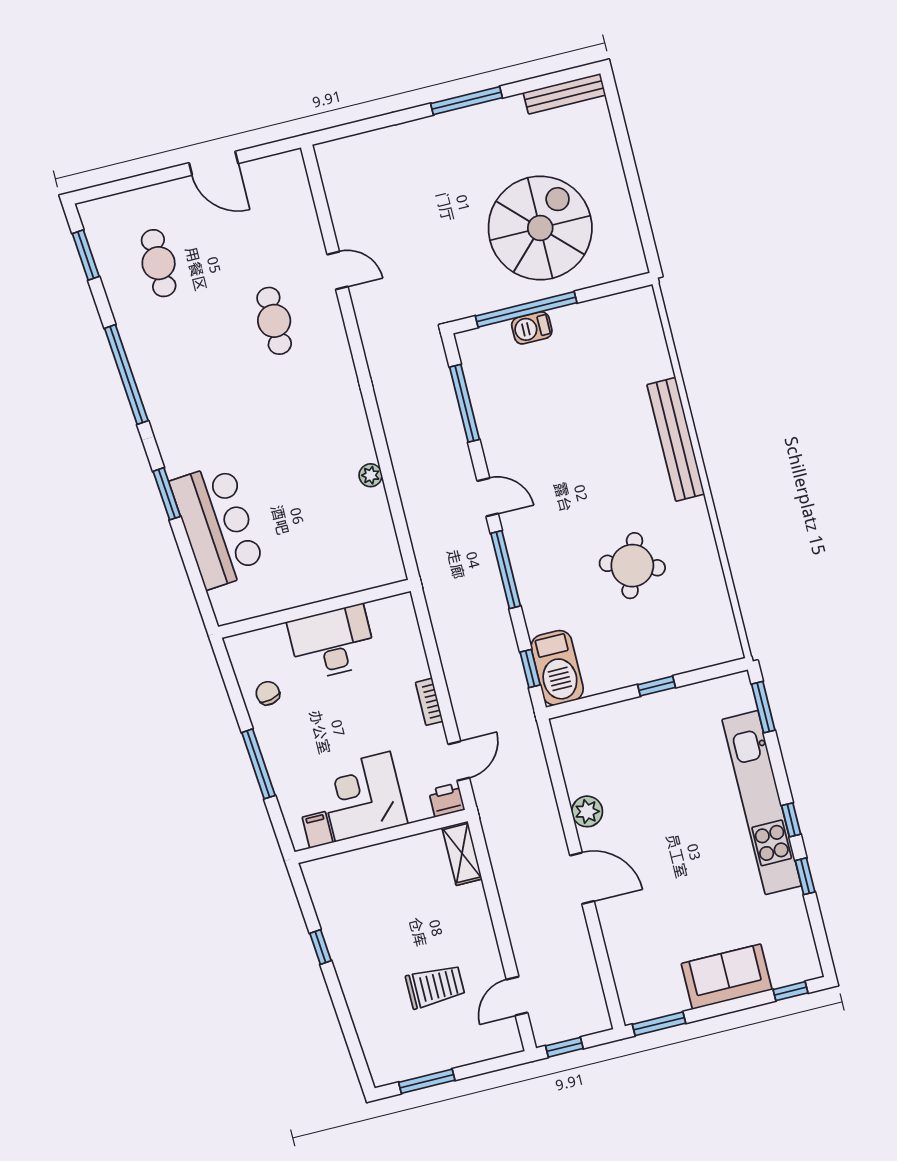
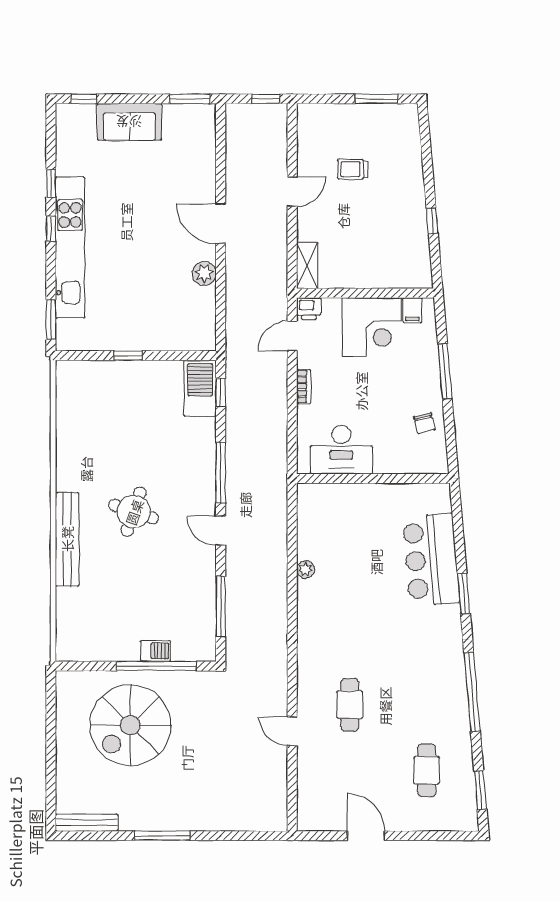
round table: (632, 566) -> (134, 512), moved
desk: (332, 643) -> (341, 450), moved
trolley: (435, 986) -> (353, 169), width x0.73, depth x0.72
door: (517, 996) -> (292, 191), moved

